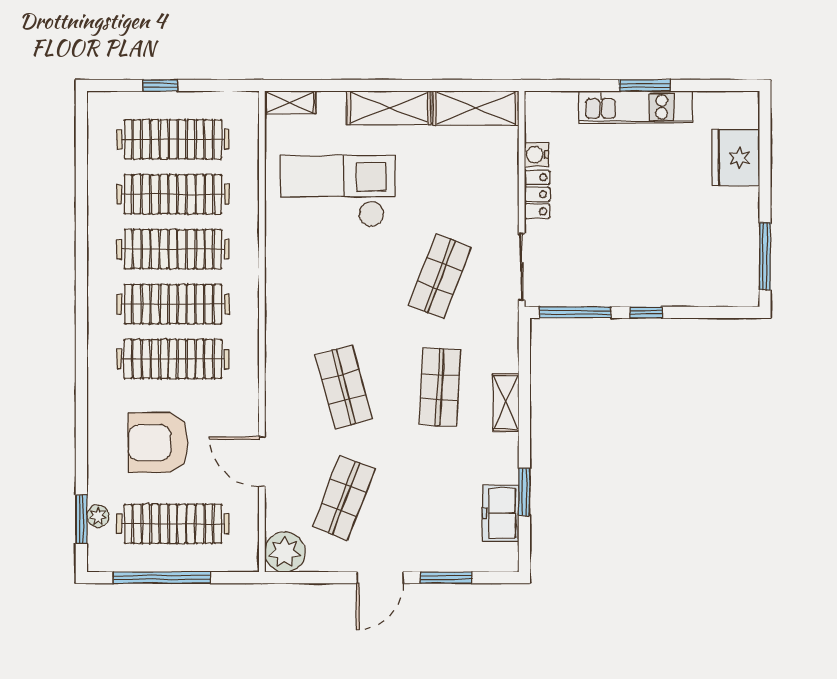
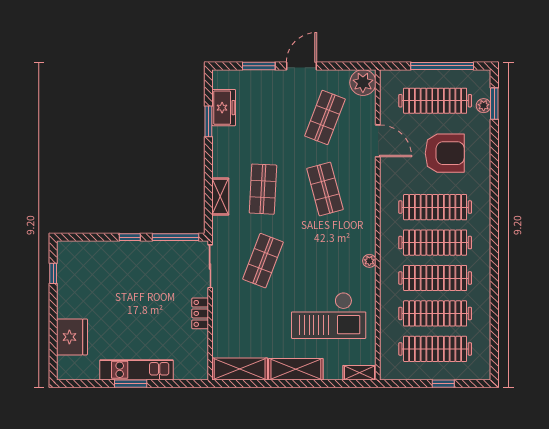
water cooler: (536, 155) -> (201, 339), removed
window: (765, 256) -> (53, 273), width x0.46
plant: (275, 276) -> (369, 261), added
shelving: (506, 402) -> (220, 197), moved

